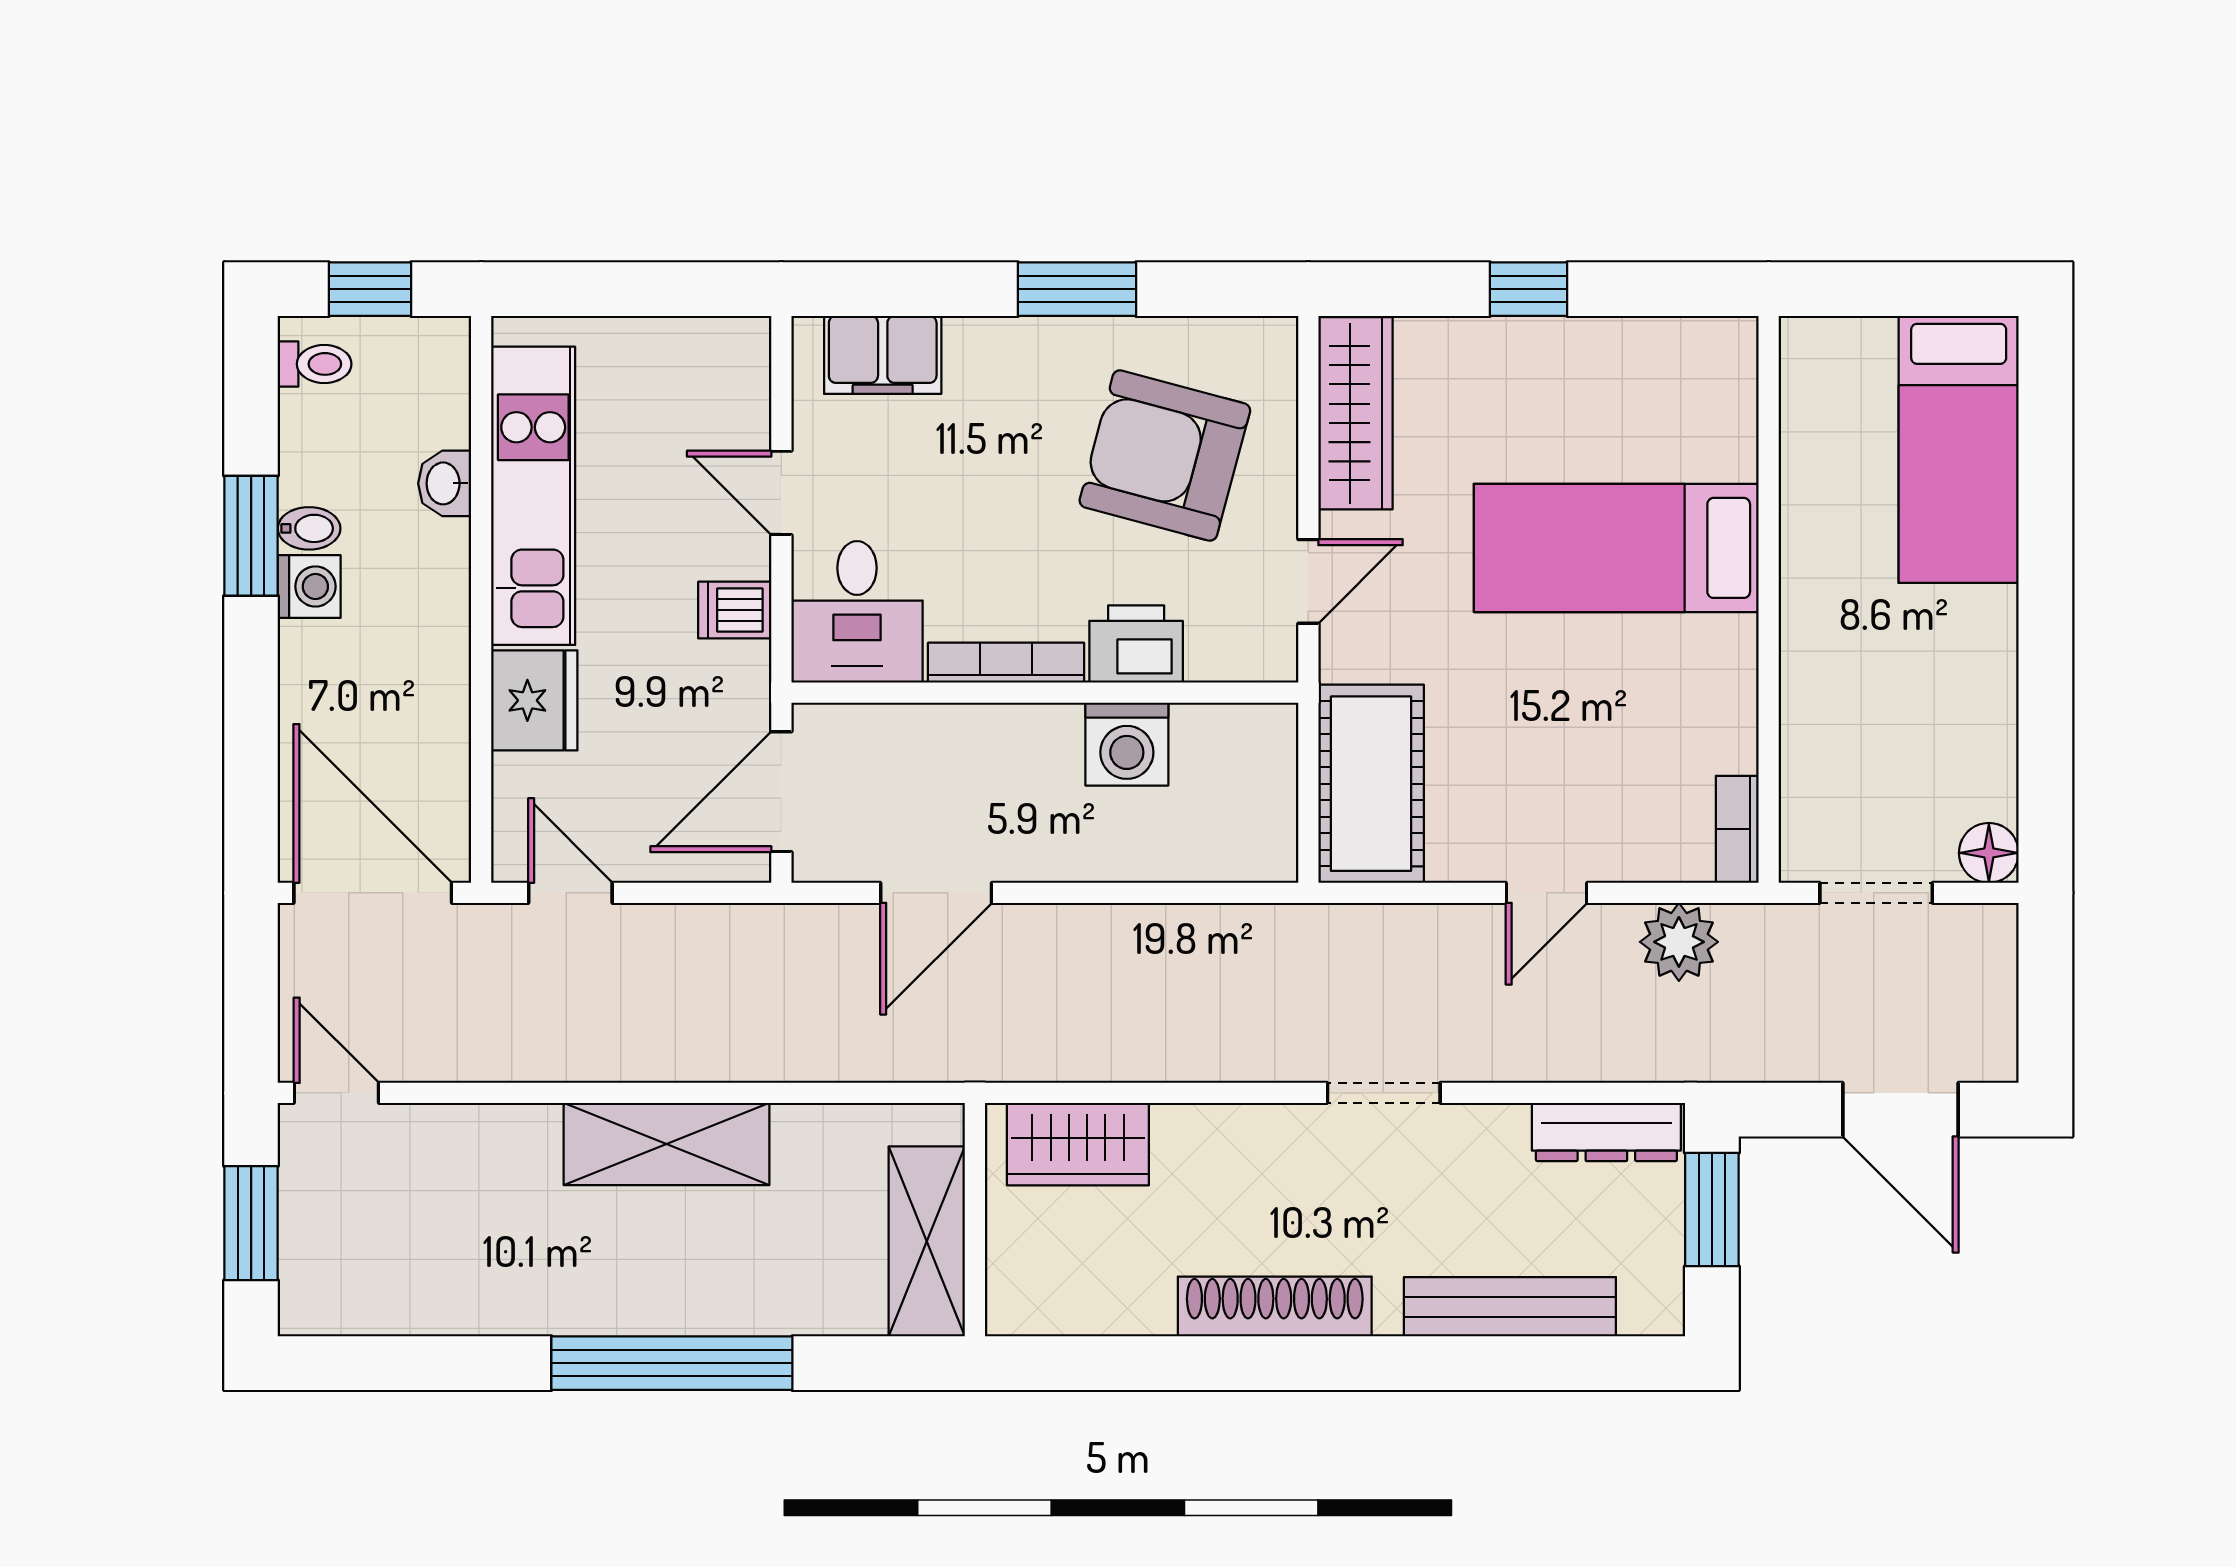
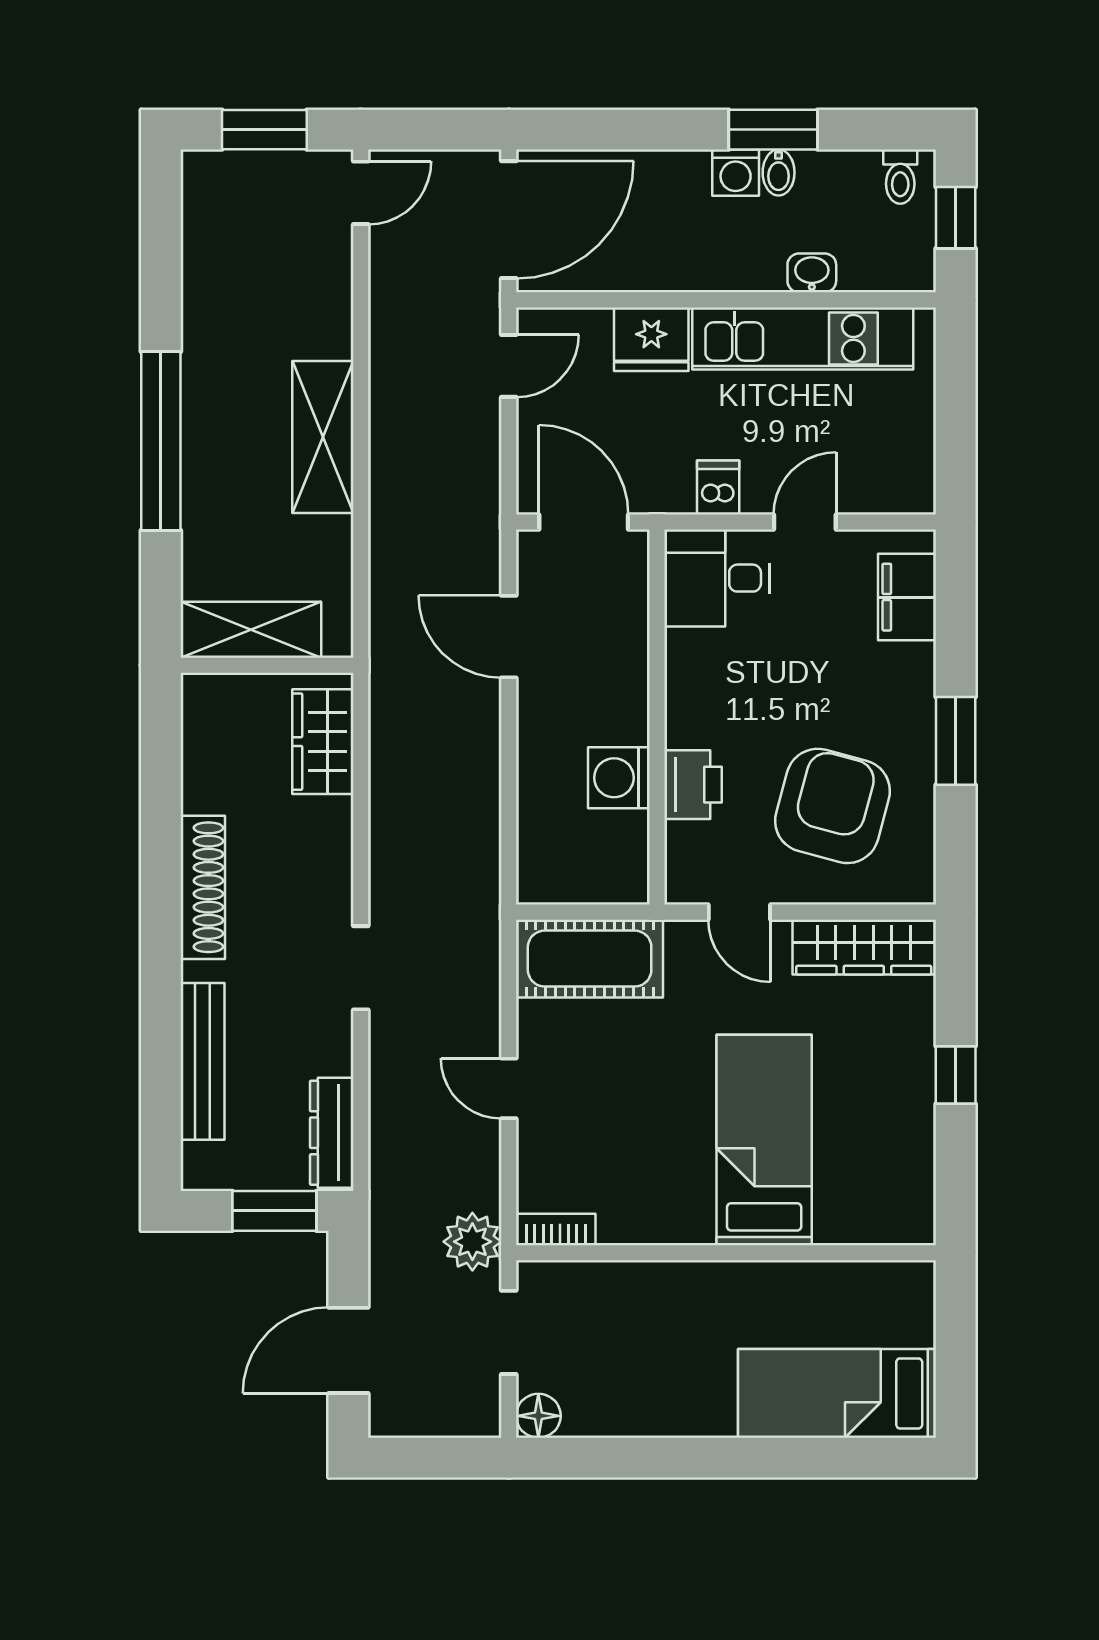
bookcase: (1006, 663) -> (679, 688), removed
plant: (1679, 942) -> (472, 1242), moved

